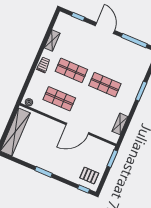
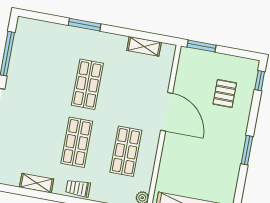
pallet: (89, 176) -> (225, 93), moved

